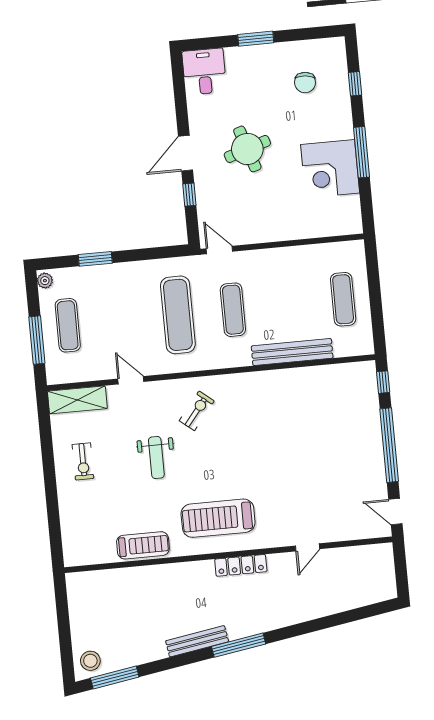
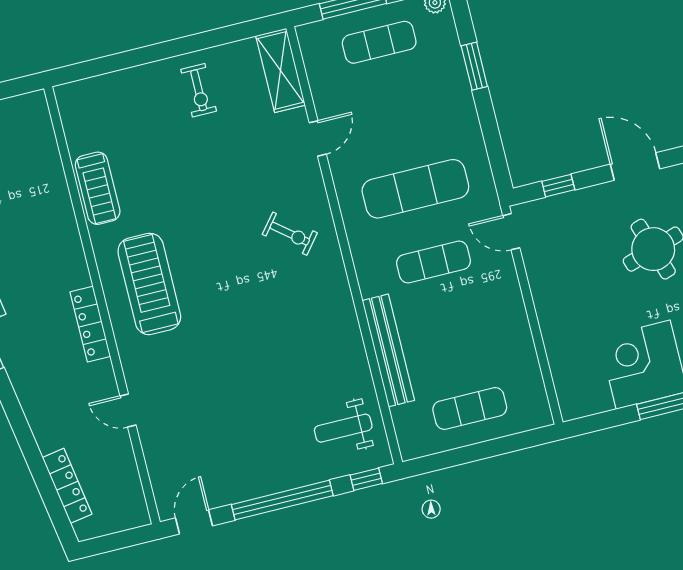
window: (189, 195) -> (558, 186), moved
door: (219, 250) -> (511, 232), swing flipped
weight bench: (156, 458) -> (343, 428), moved
exercise bike: (83, 461) -> (199, 90), turned -90
locker: (355, 600) -> (67, 486), added

